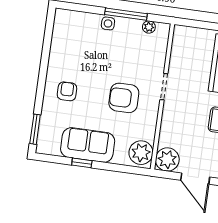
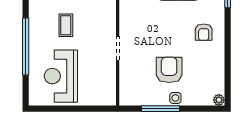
plant: (149, 27) -> (219, 100), moved
armchair: (124, 98) -> (169, 70), moved, turned -90

